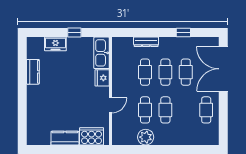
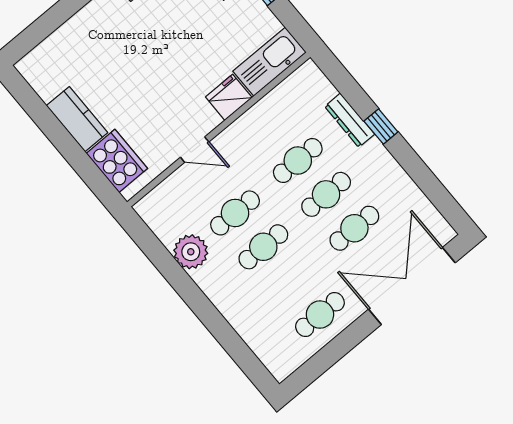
window: (183, 33) -> (381, 126), moved

